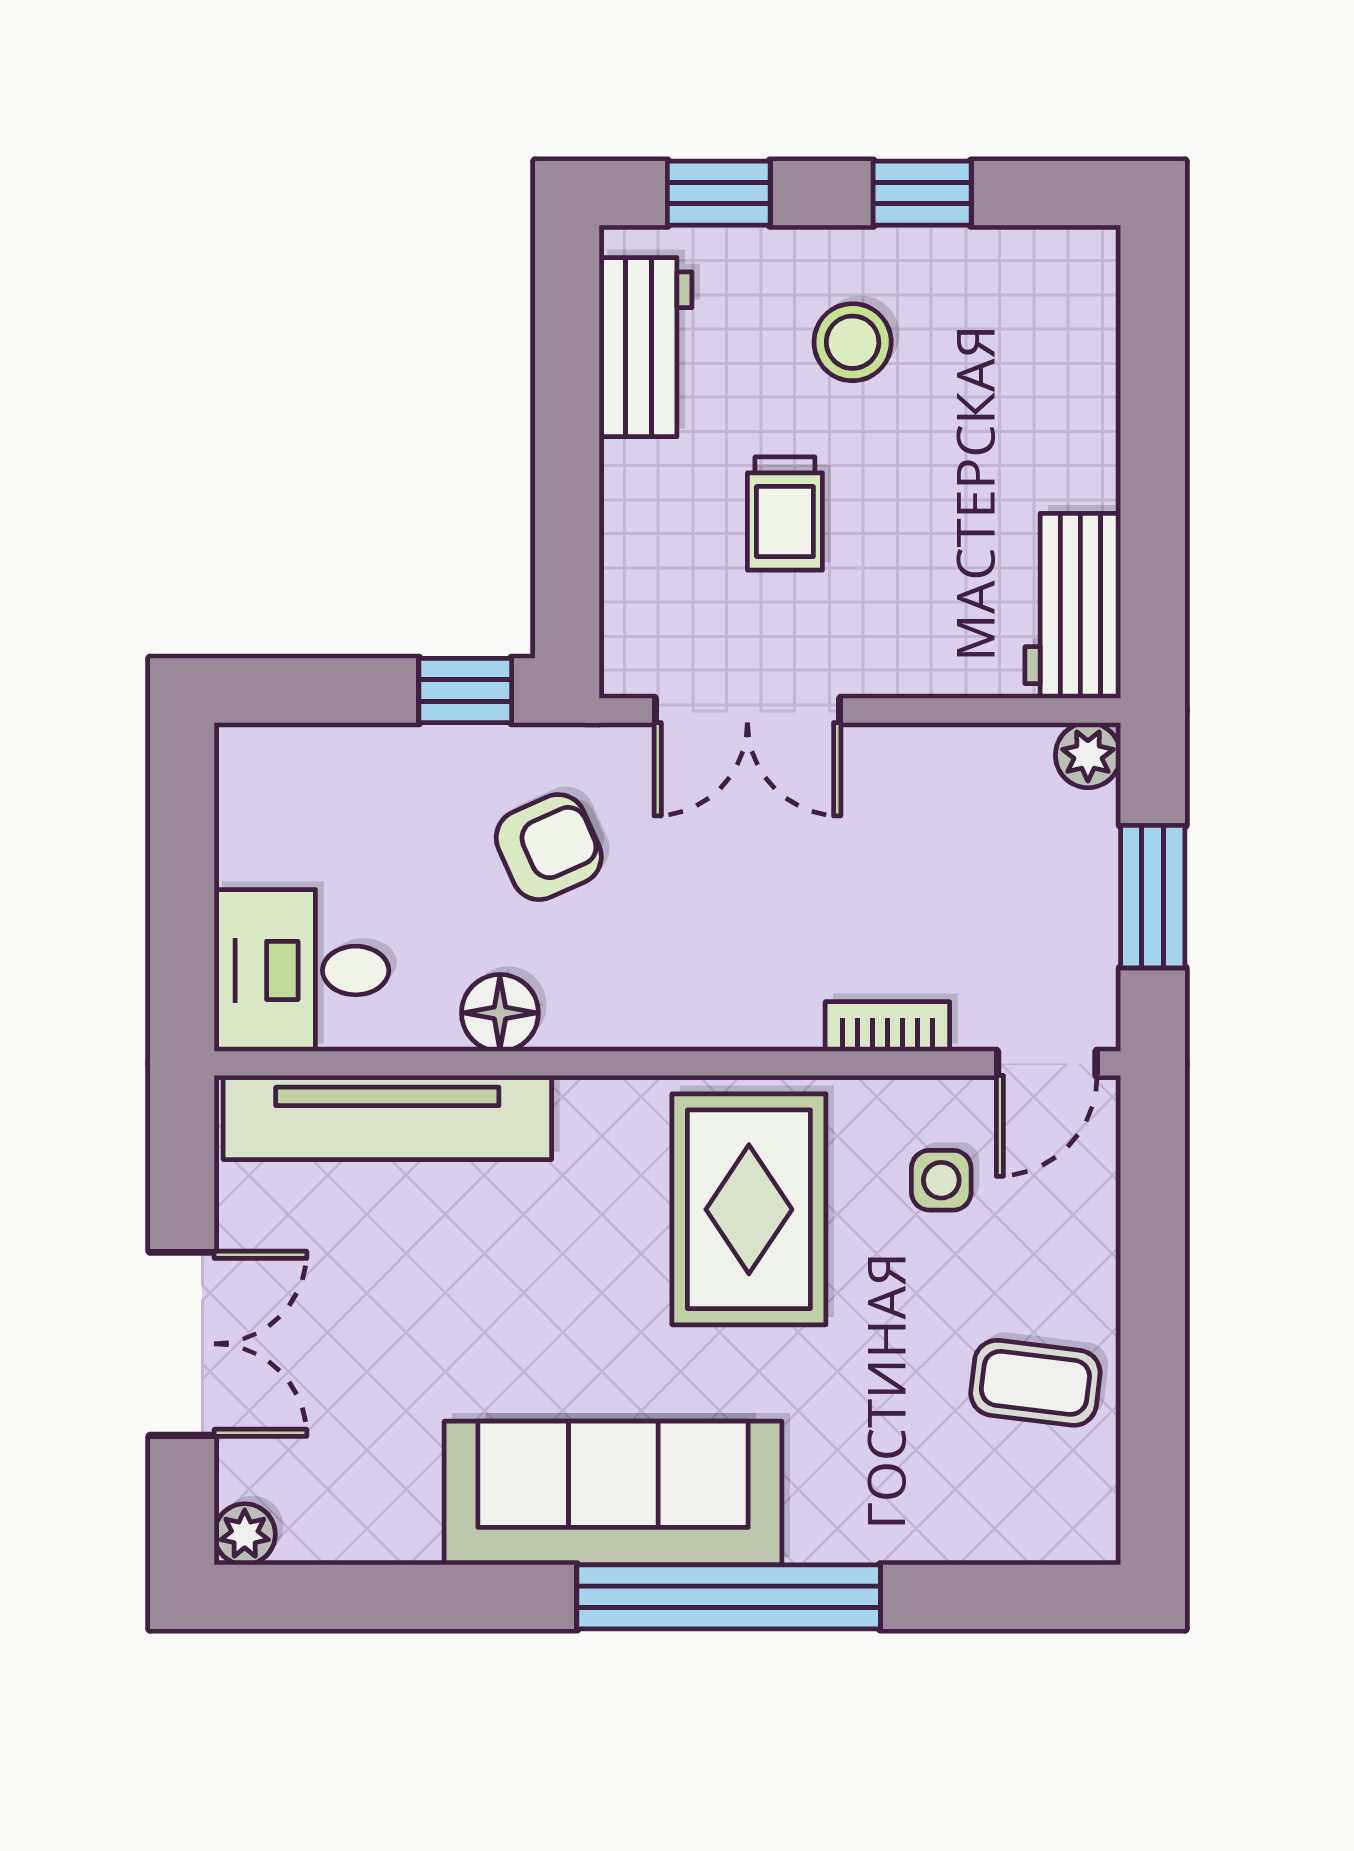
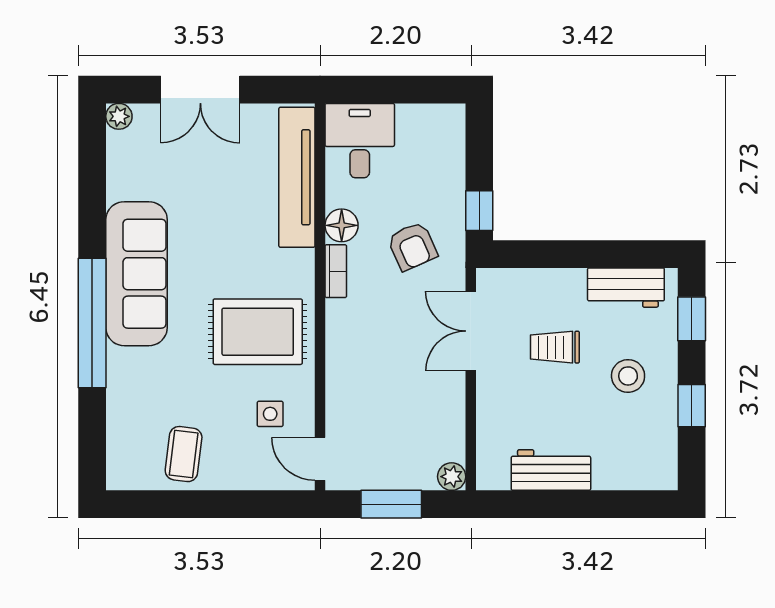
workbench: (1073, 606) -> (551, 470), moved
bookcase: (887, 1027) -> (336, 271), moved

